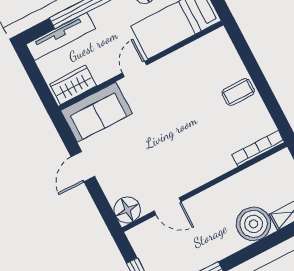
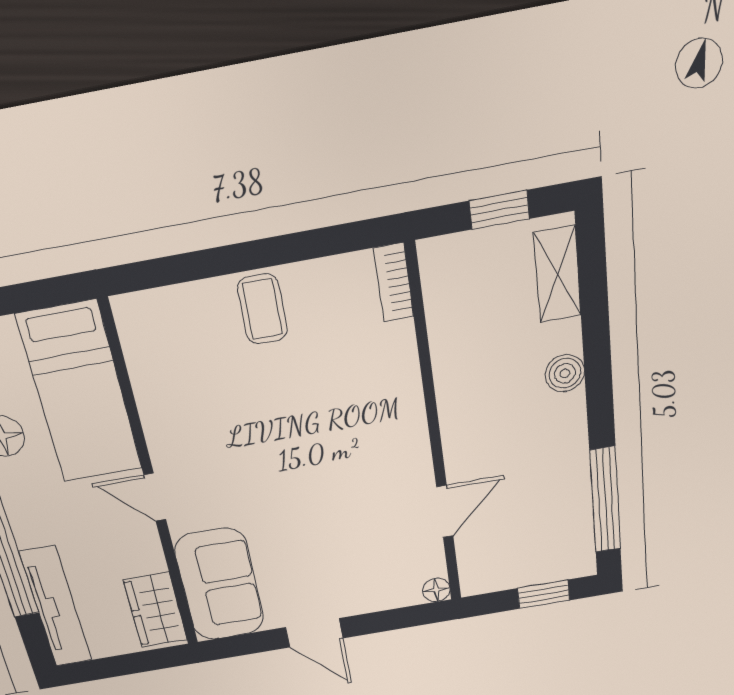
bookcase: (258, 149) -> (394, 283), width x0.64
floor lamp: (127, 210) -> (436, 590), width x0.53, depth x0.53
boiler: (254, 224) -> (565, 373), width x0.54, depth x0.54

